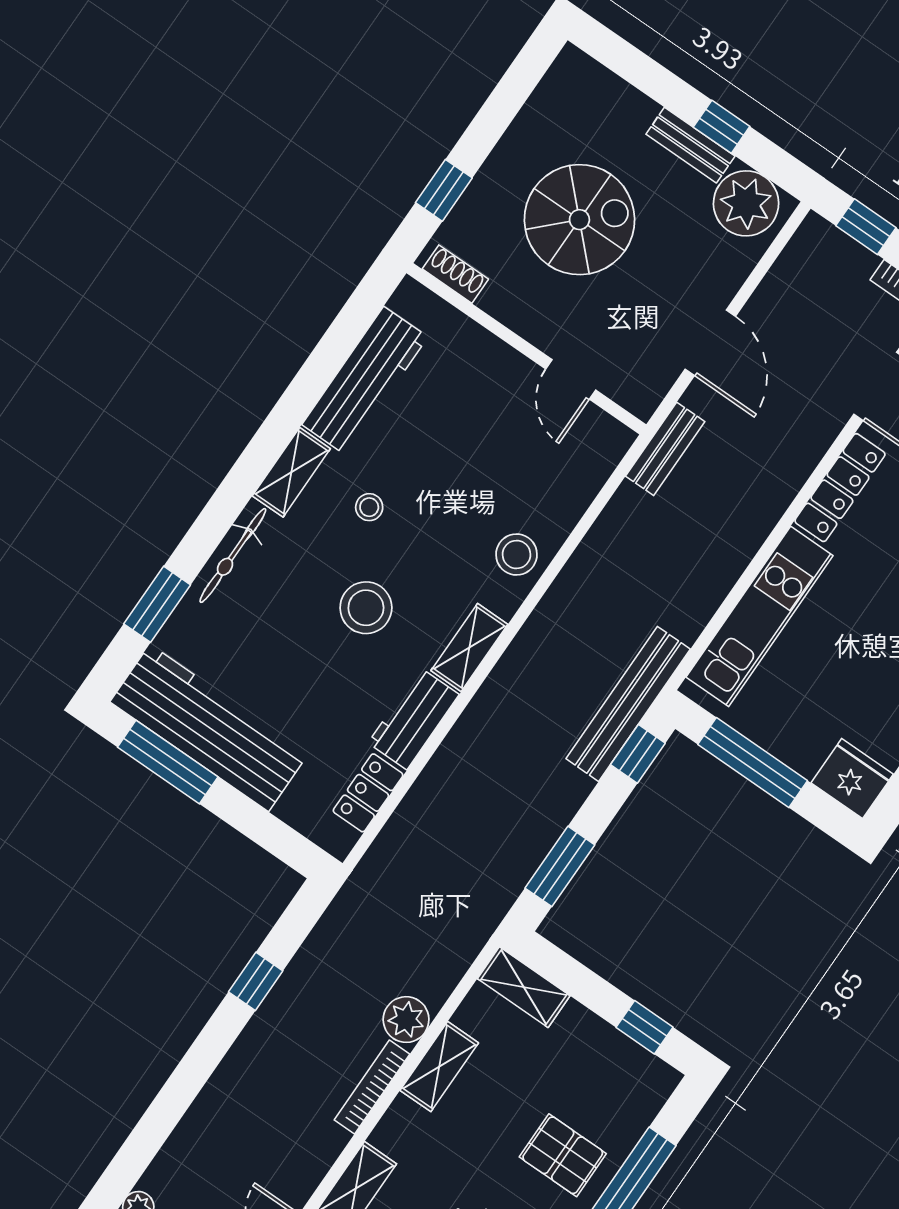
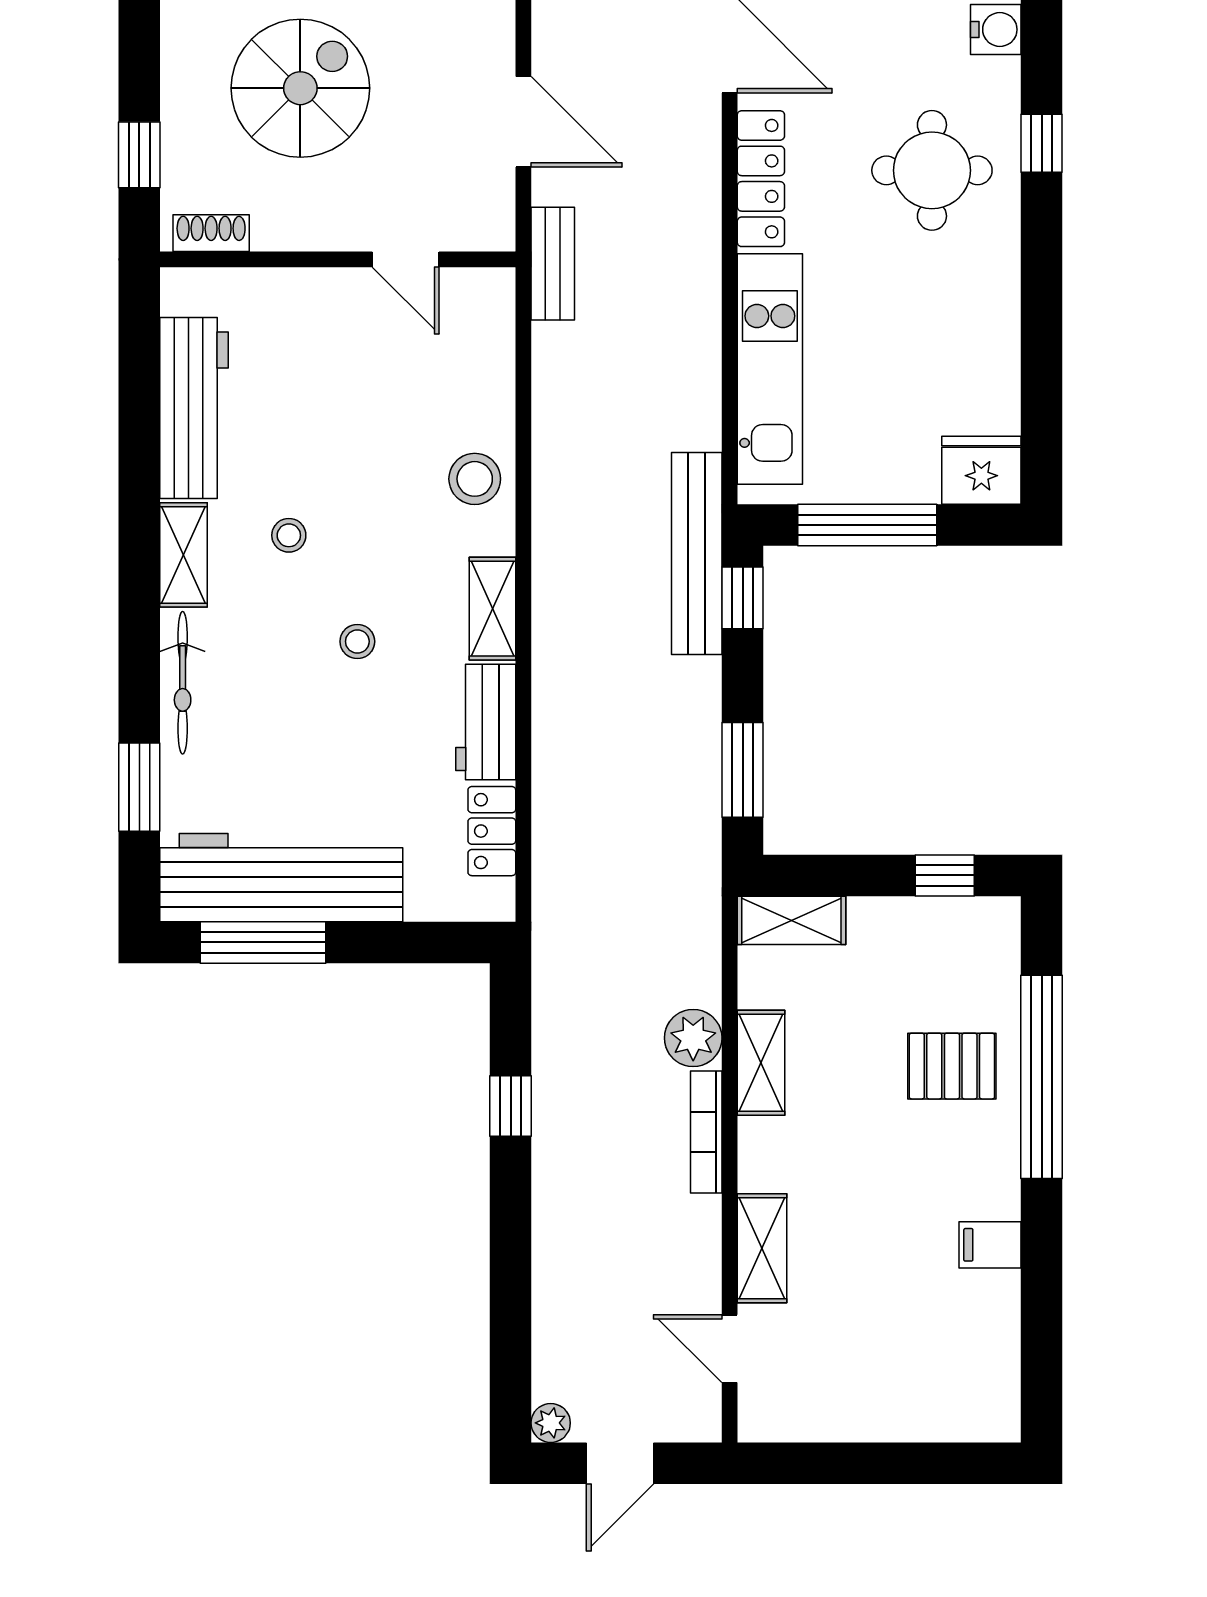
stool: (366, 608) -> (357, 641), width x0.53, depth x0.53

